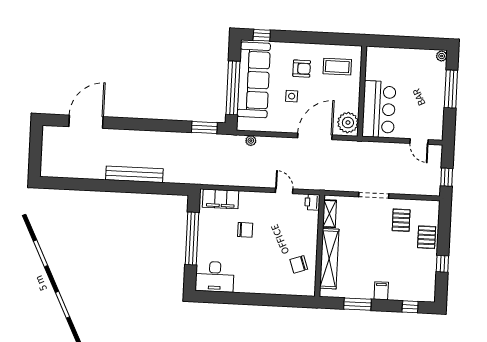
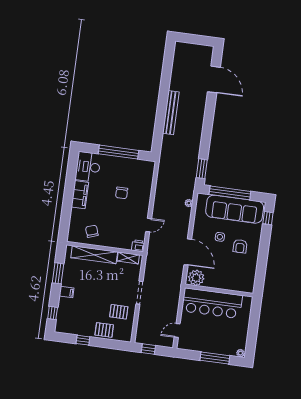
coffee table: (337, 67) -> (239, 273), removed
bar counter: (379, 109) -> (212, 303), width x1.36
filing cabinet: (221, 199) -> (80, 195), moved, turned 180

